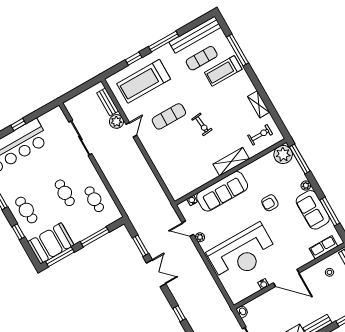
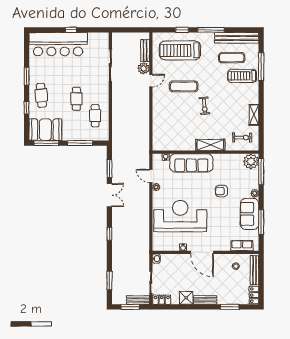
reception desk: (242, 253) -> (180, 216), turned 180

